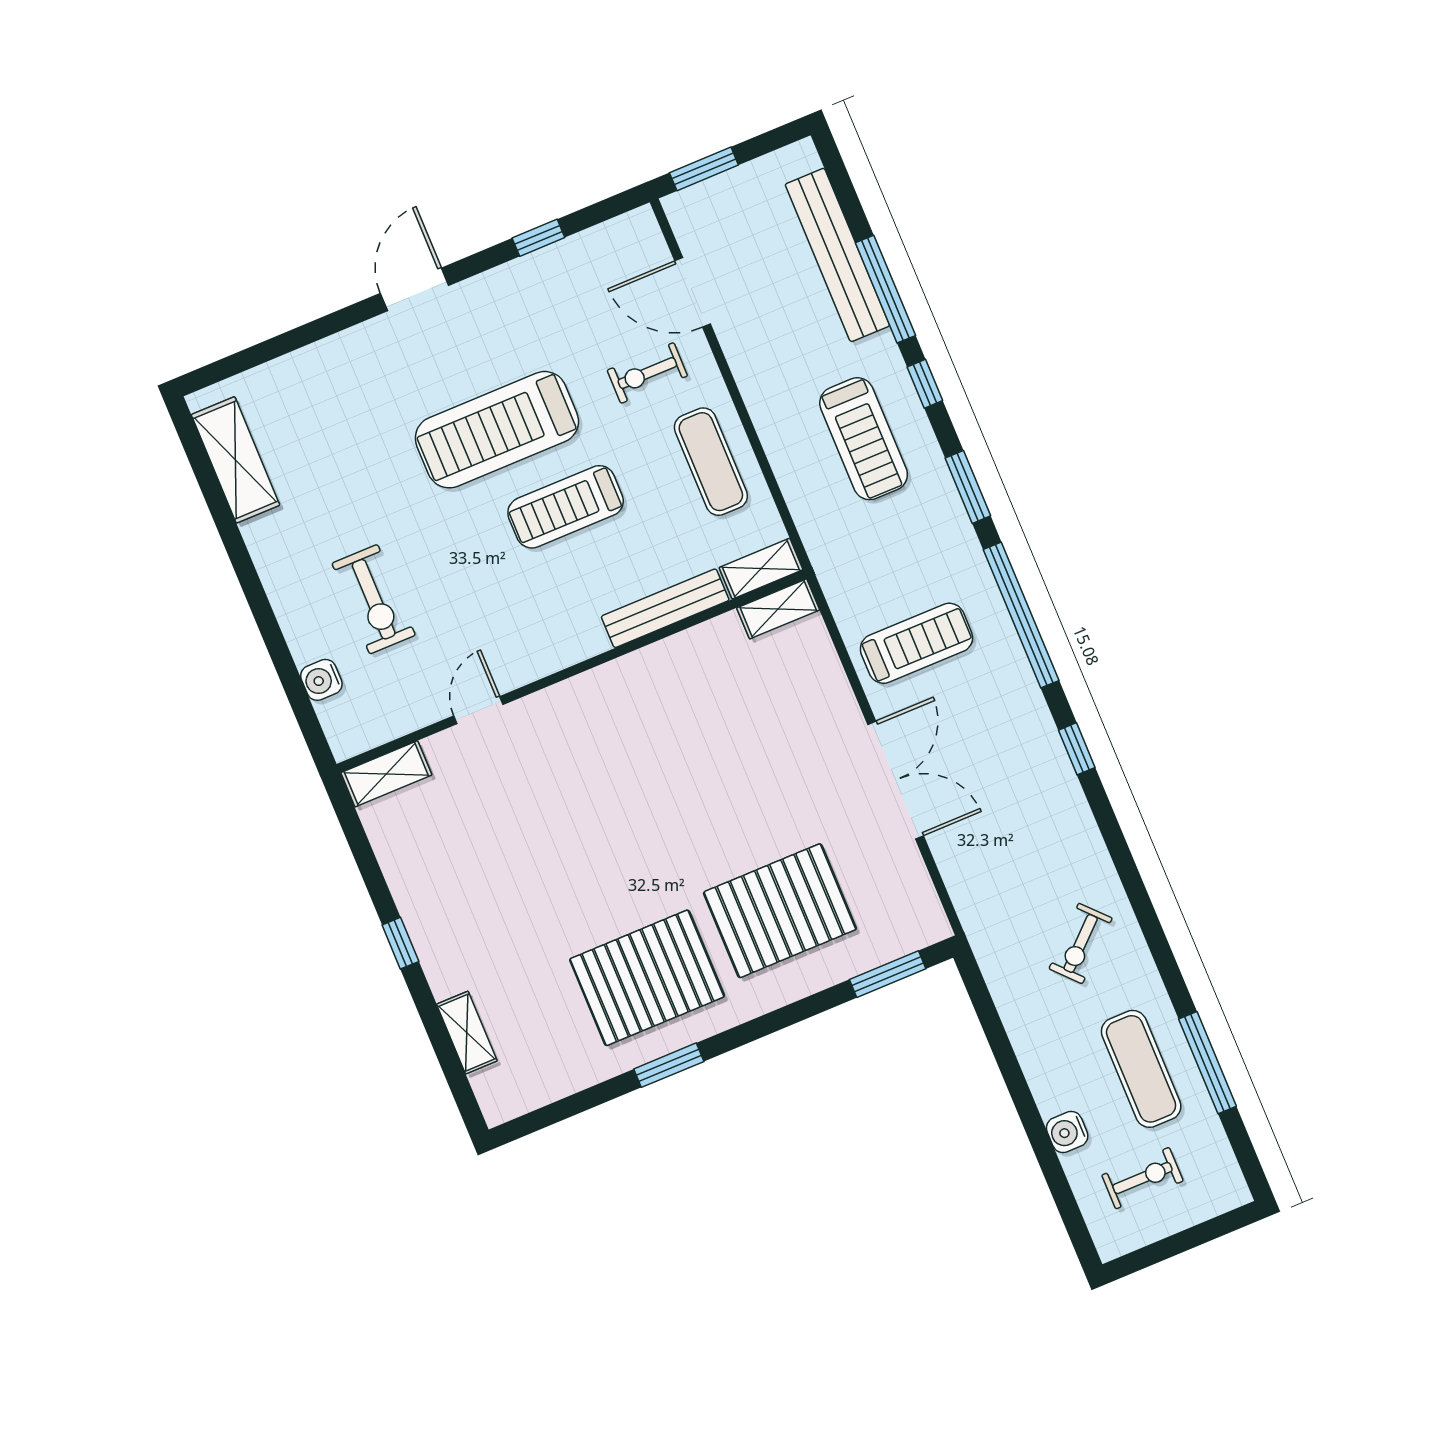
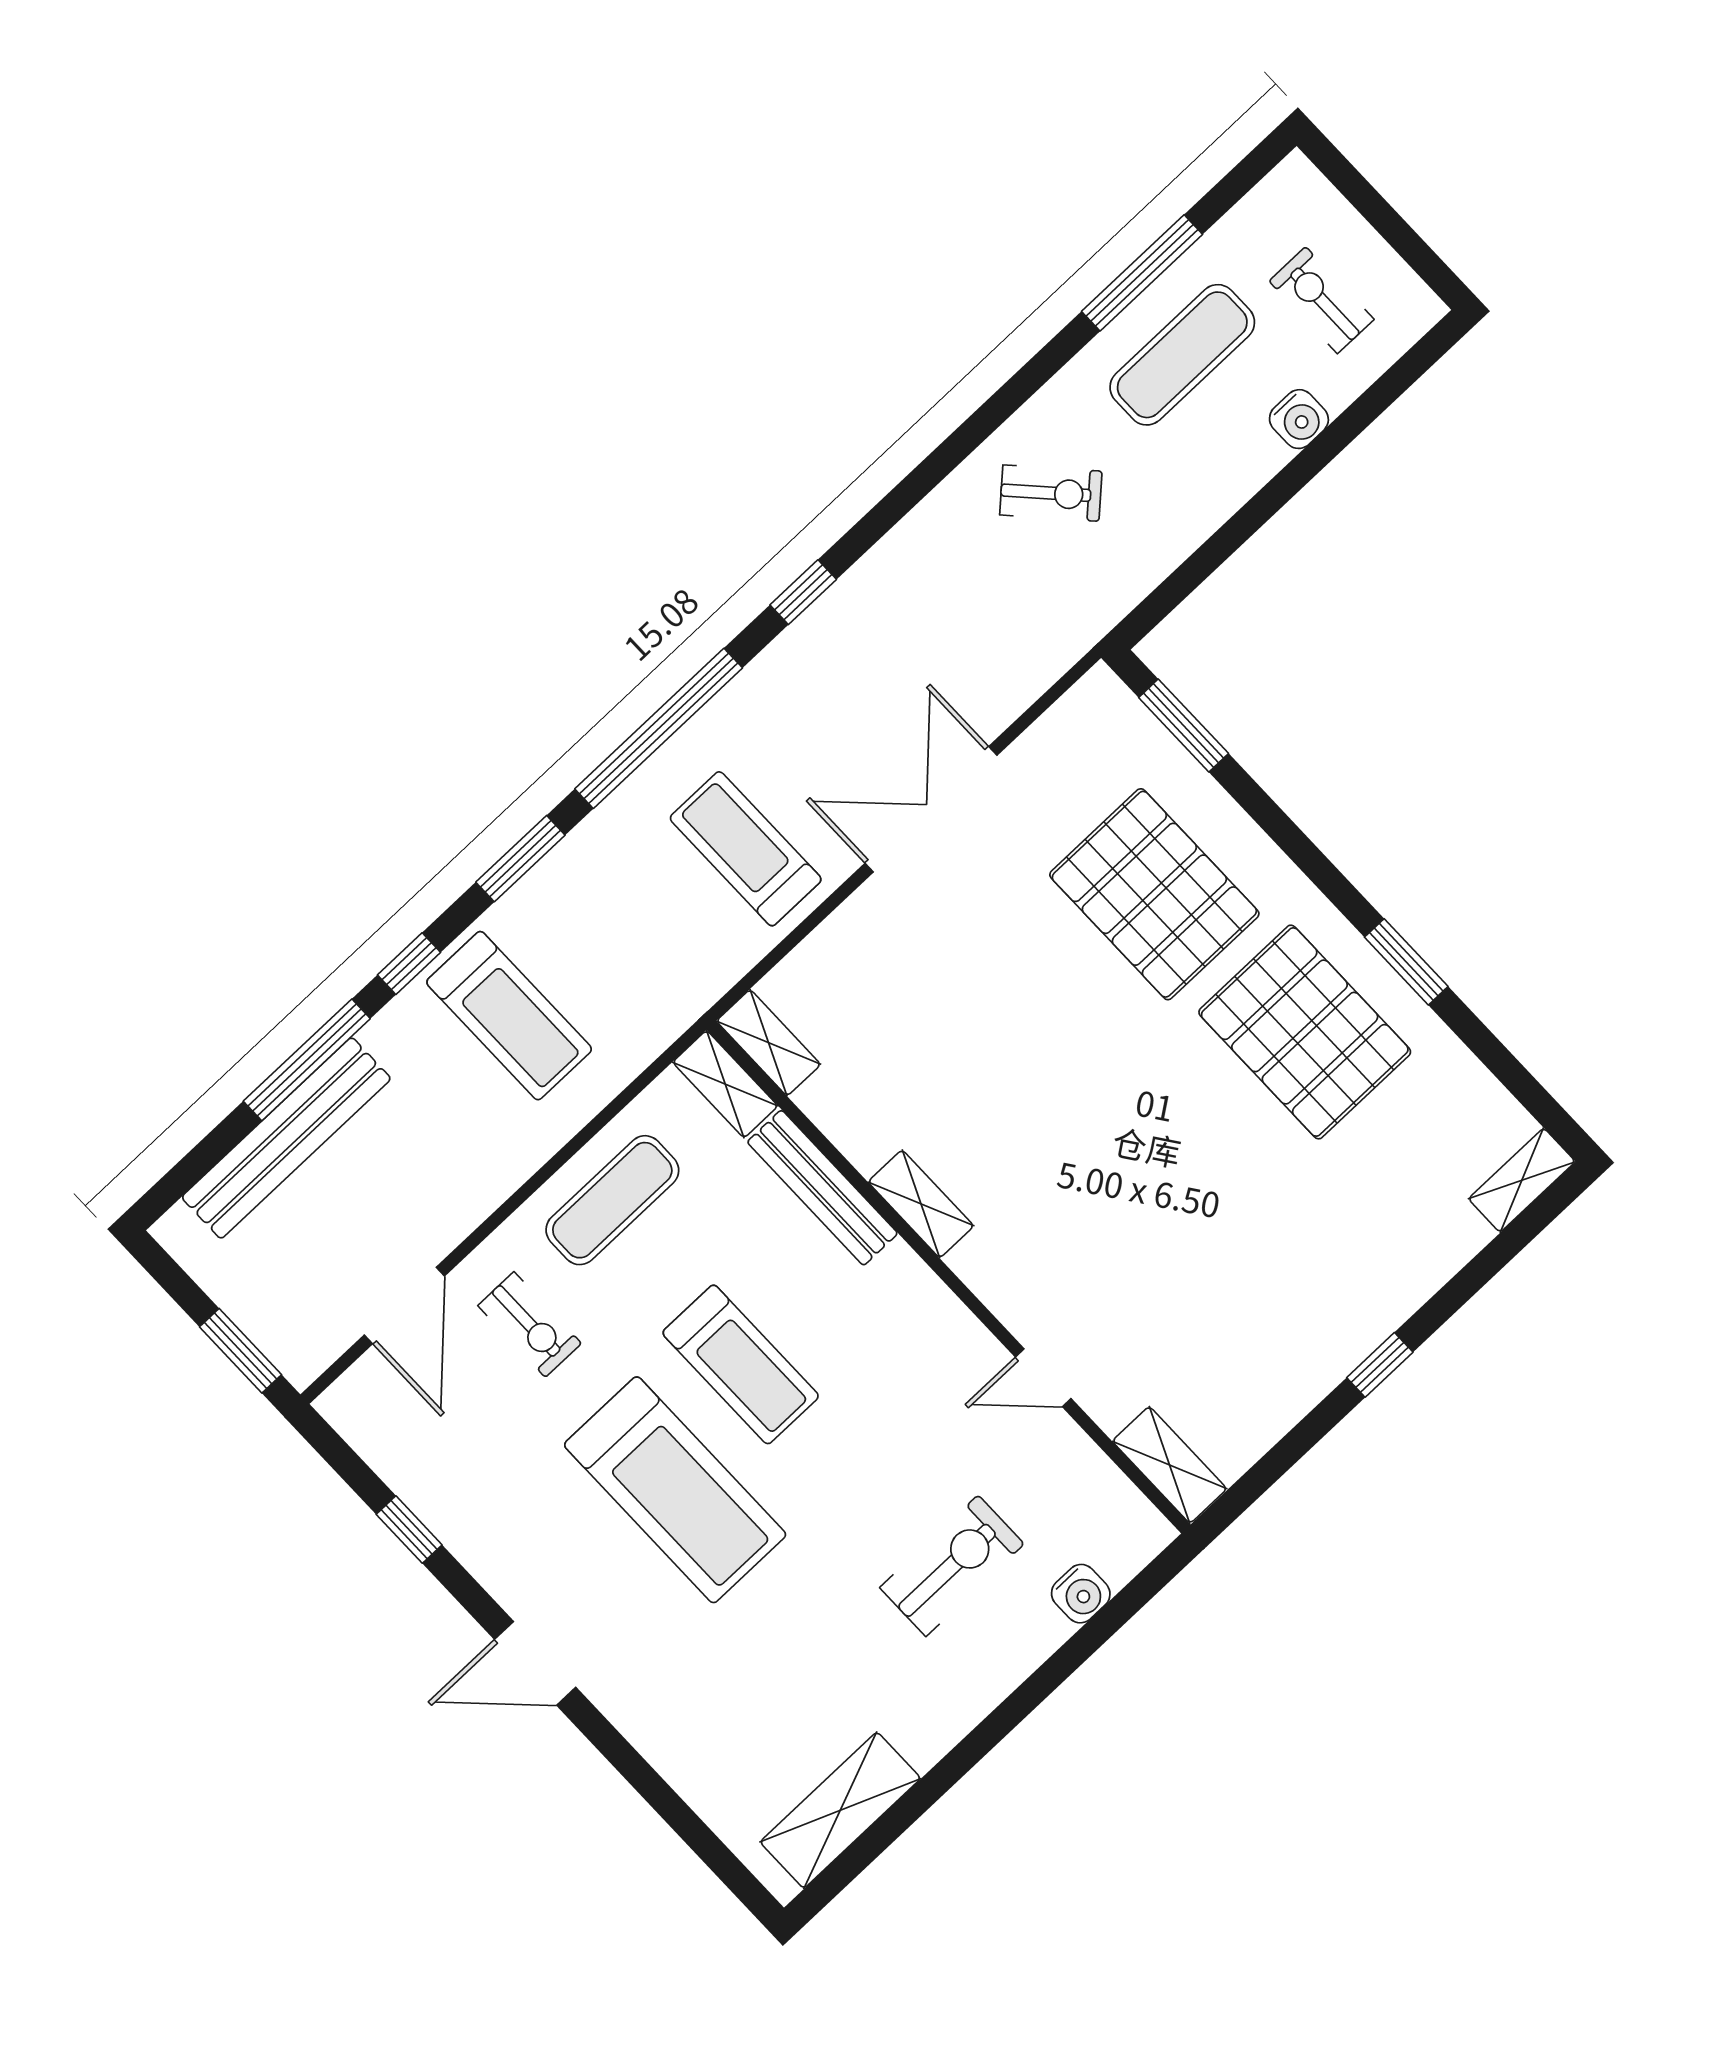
treadmill: (864, 439) -> (509, 1016), turned 90
shelving: (629, 671) -> (921, 1204), added
shelving: (467, 1033) -> (1522, 1180), moved

